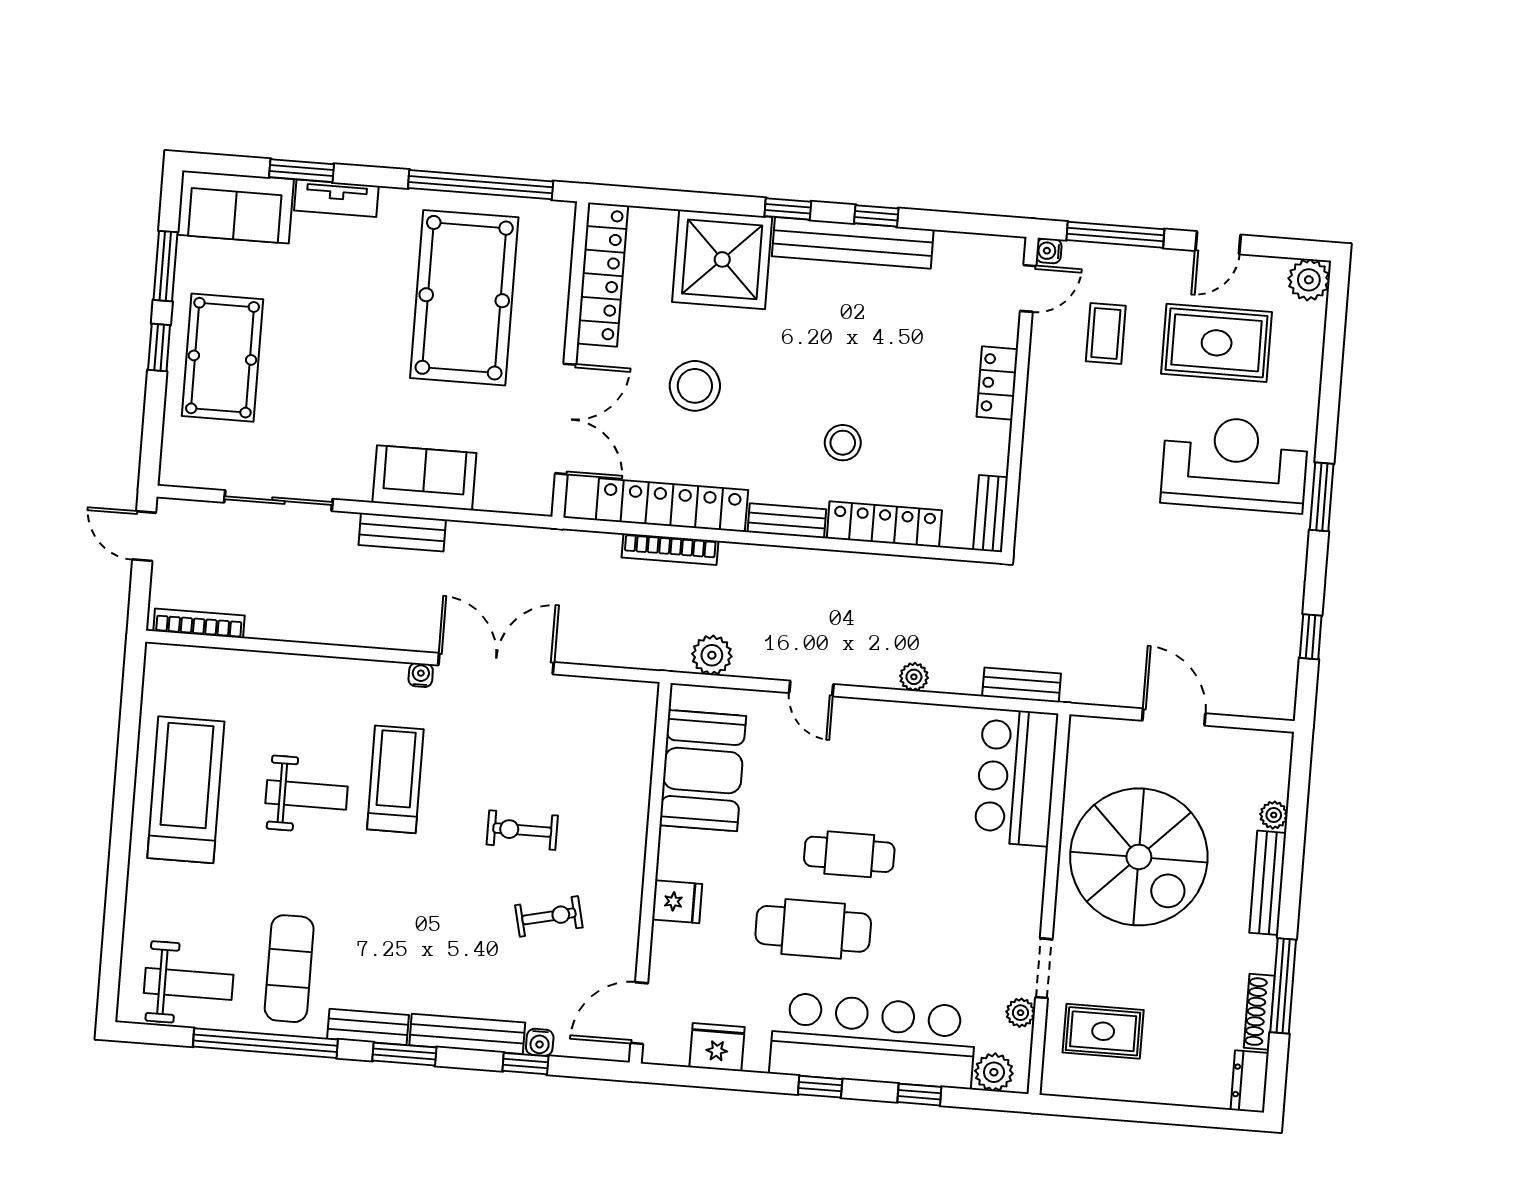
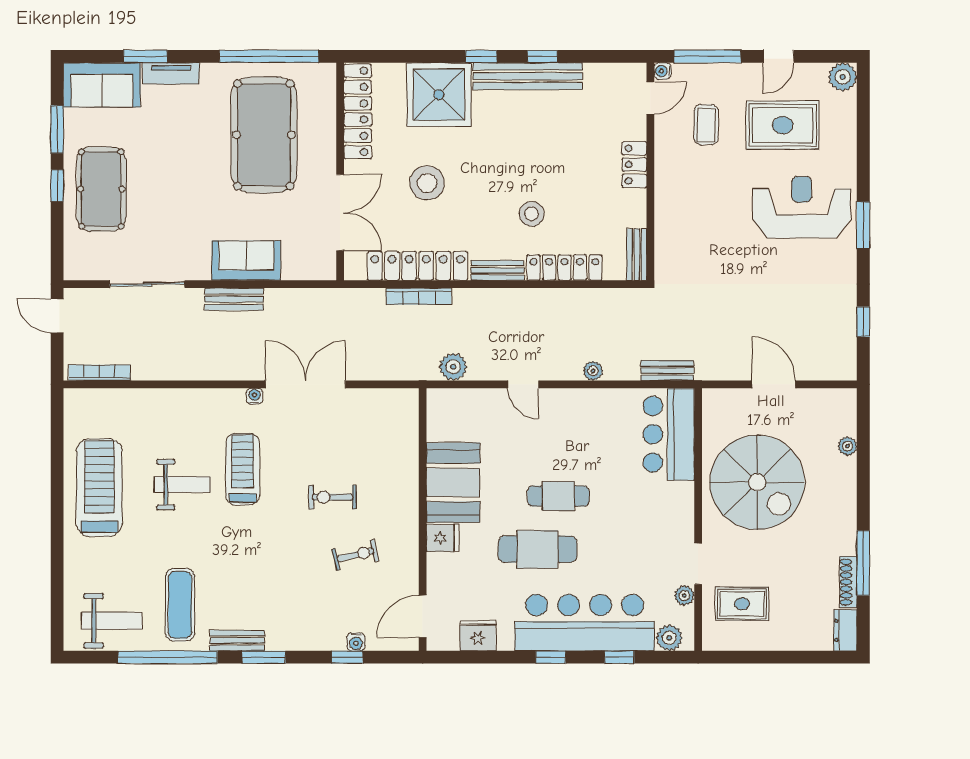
booth: (703, 771) -> (453, 482), moved
bench: (1268, 883) -> (847, 493), removed
bench: (467, 1034) -> (306, 640), removed

